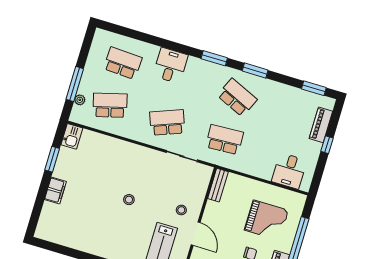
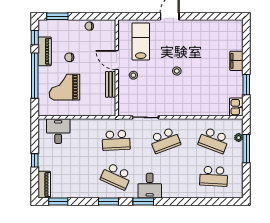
desk: (170, 65) -> (150, 186), moved
school desk: (110, 105) -> (214, 140), turned 36
piano: (321, 125) -> (44, 185), moved
bench: (218, 185) -> (111, 84), moved

